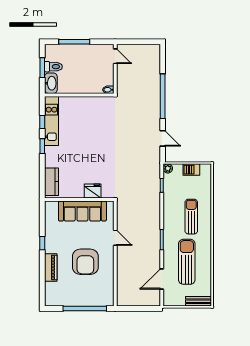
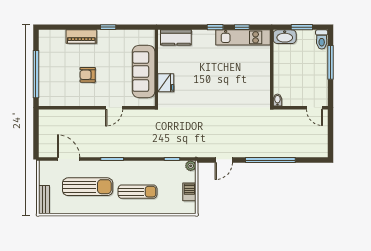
door: (115, 56) -> (314, 108), hinge flipped
toilet: (53, 67) -> (322, 39), moved
armchair: (85, 262) -> (88, 75), width x0.53, depth x0.53

